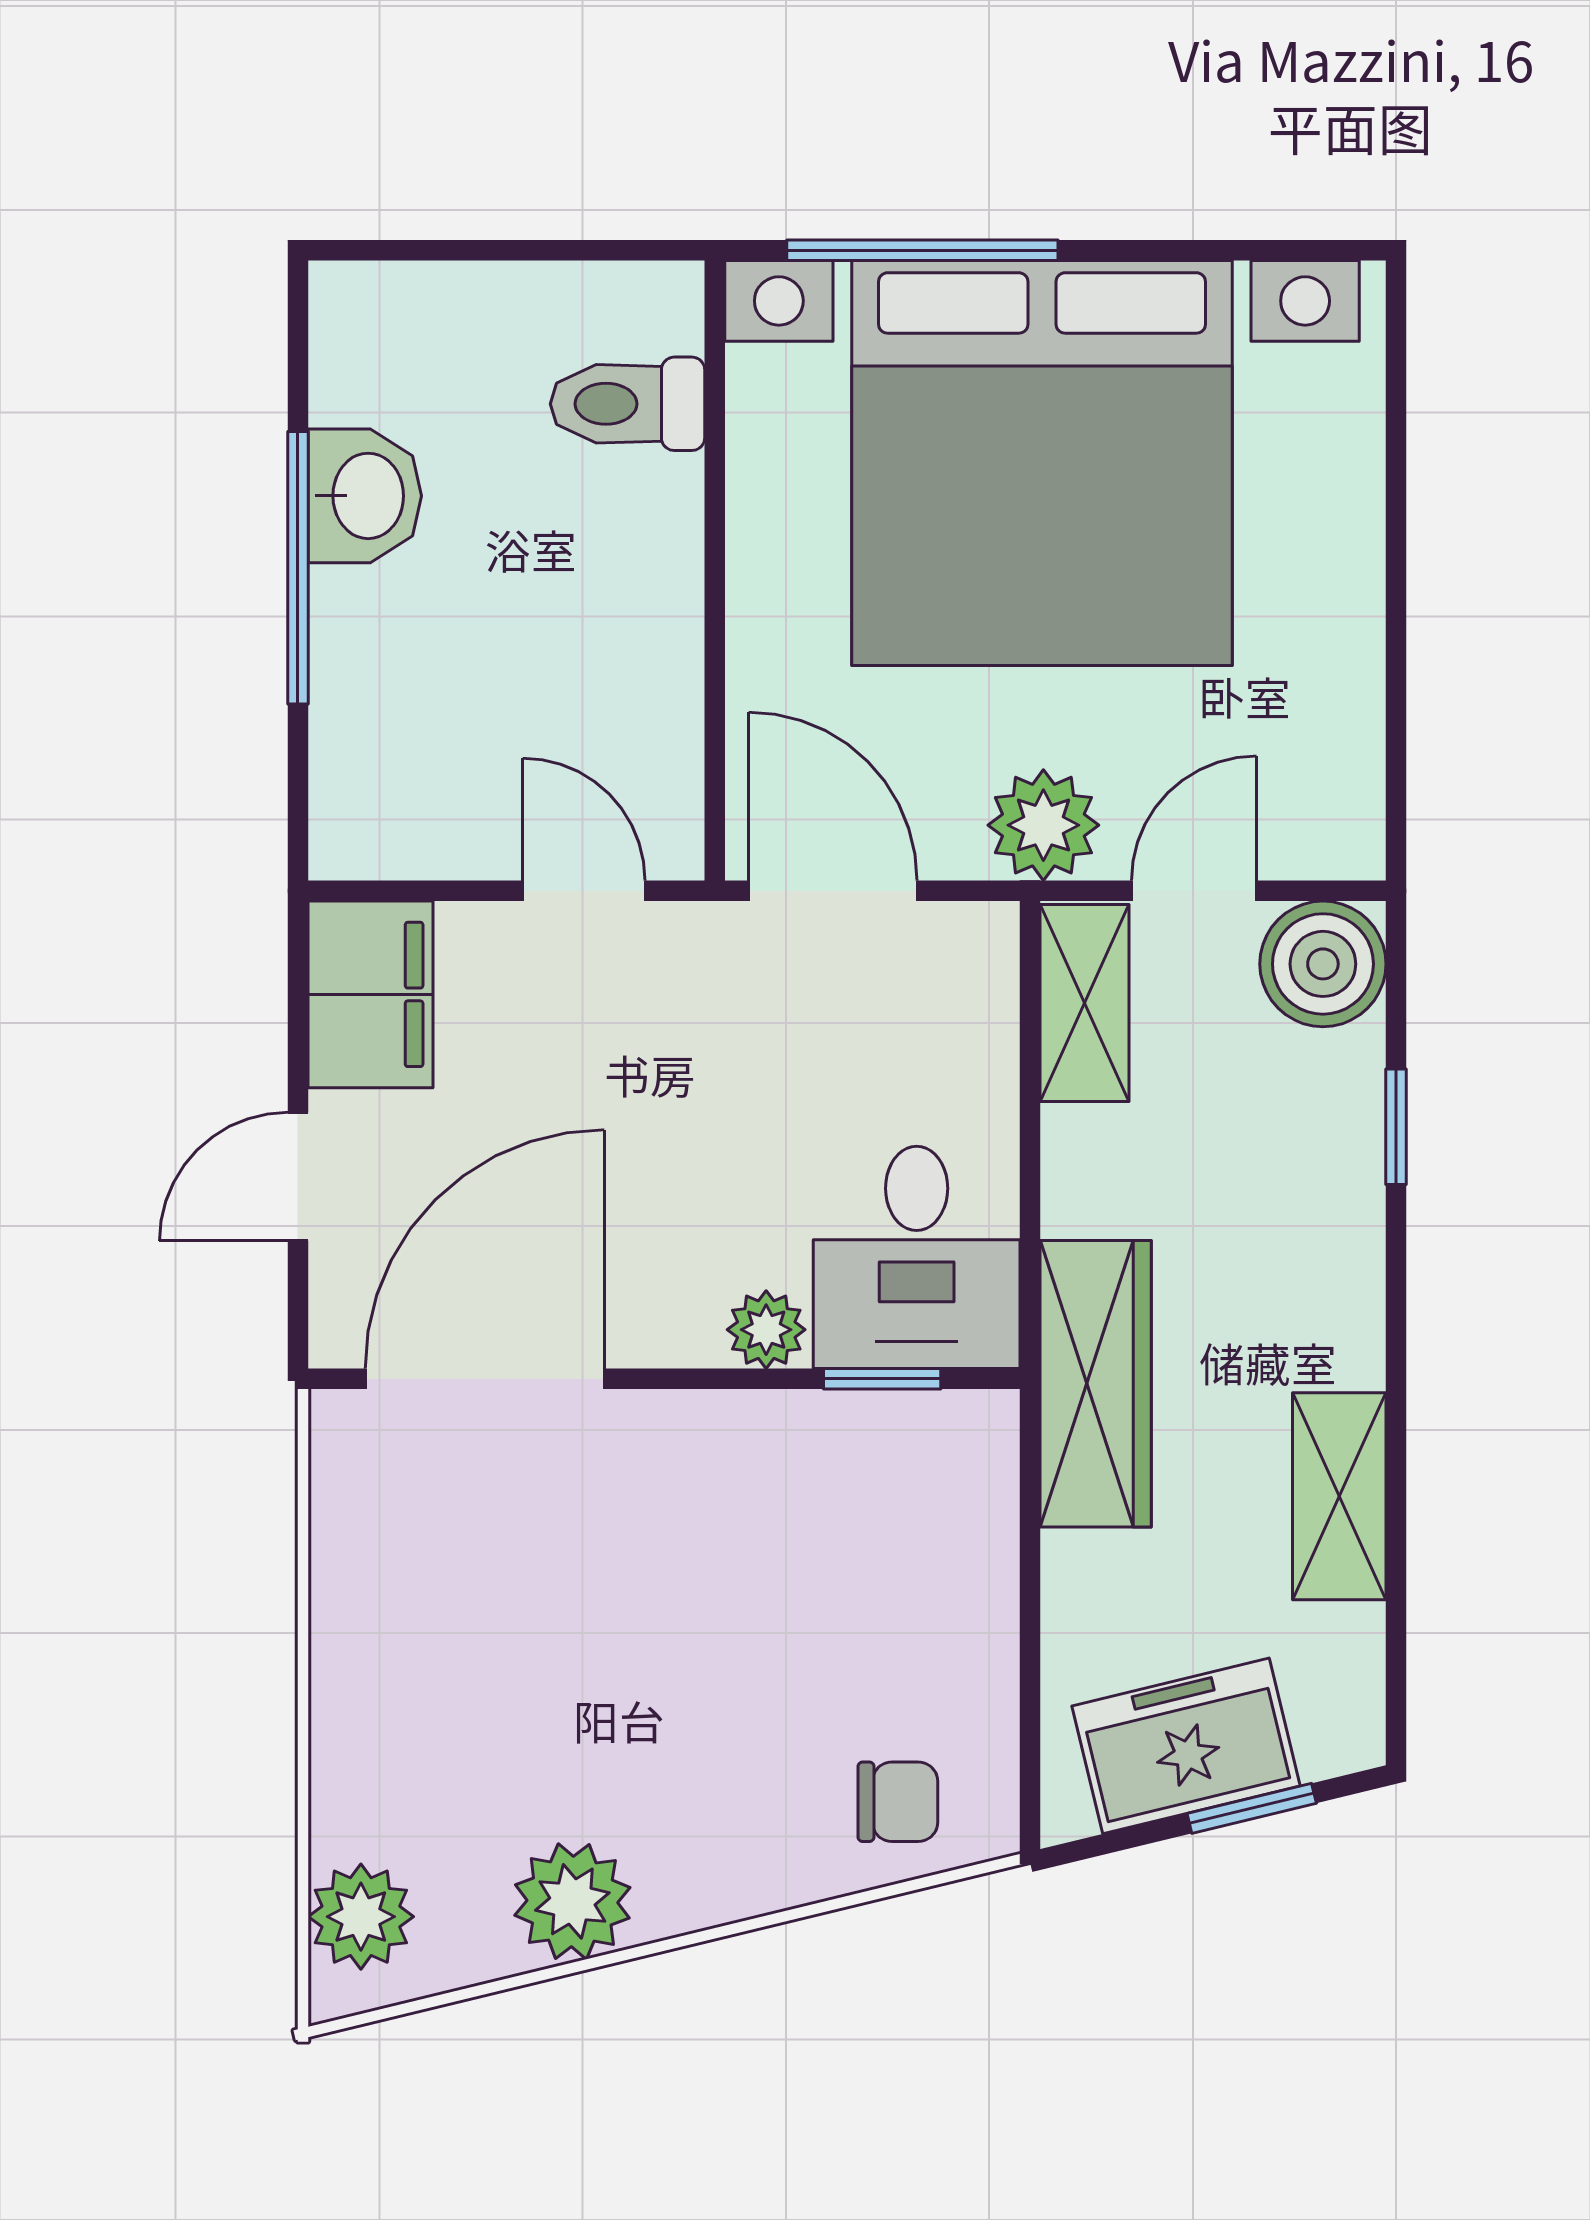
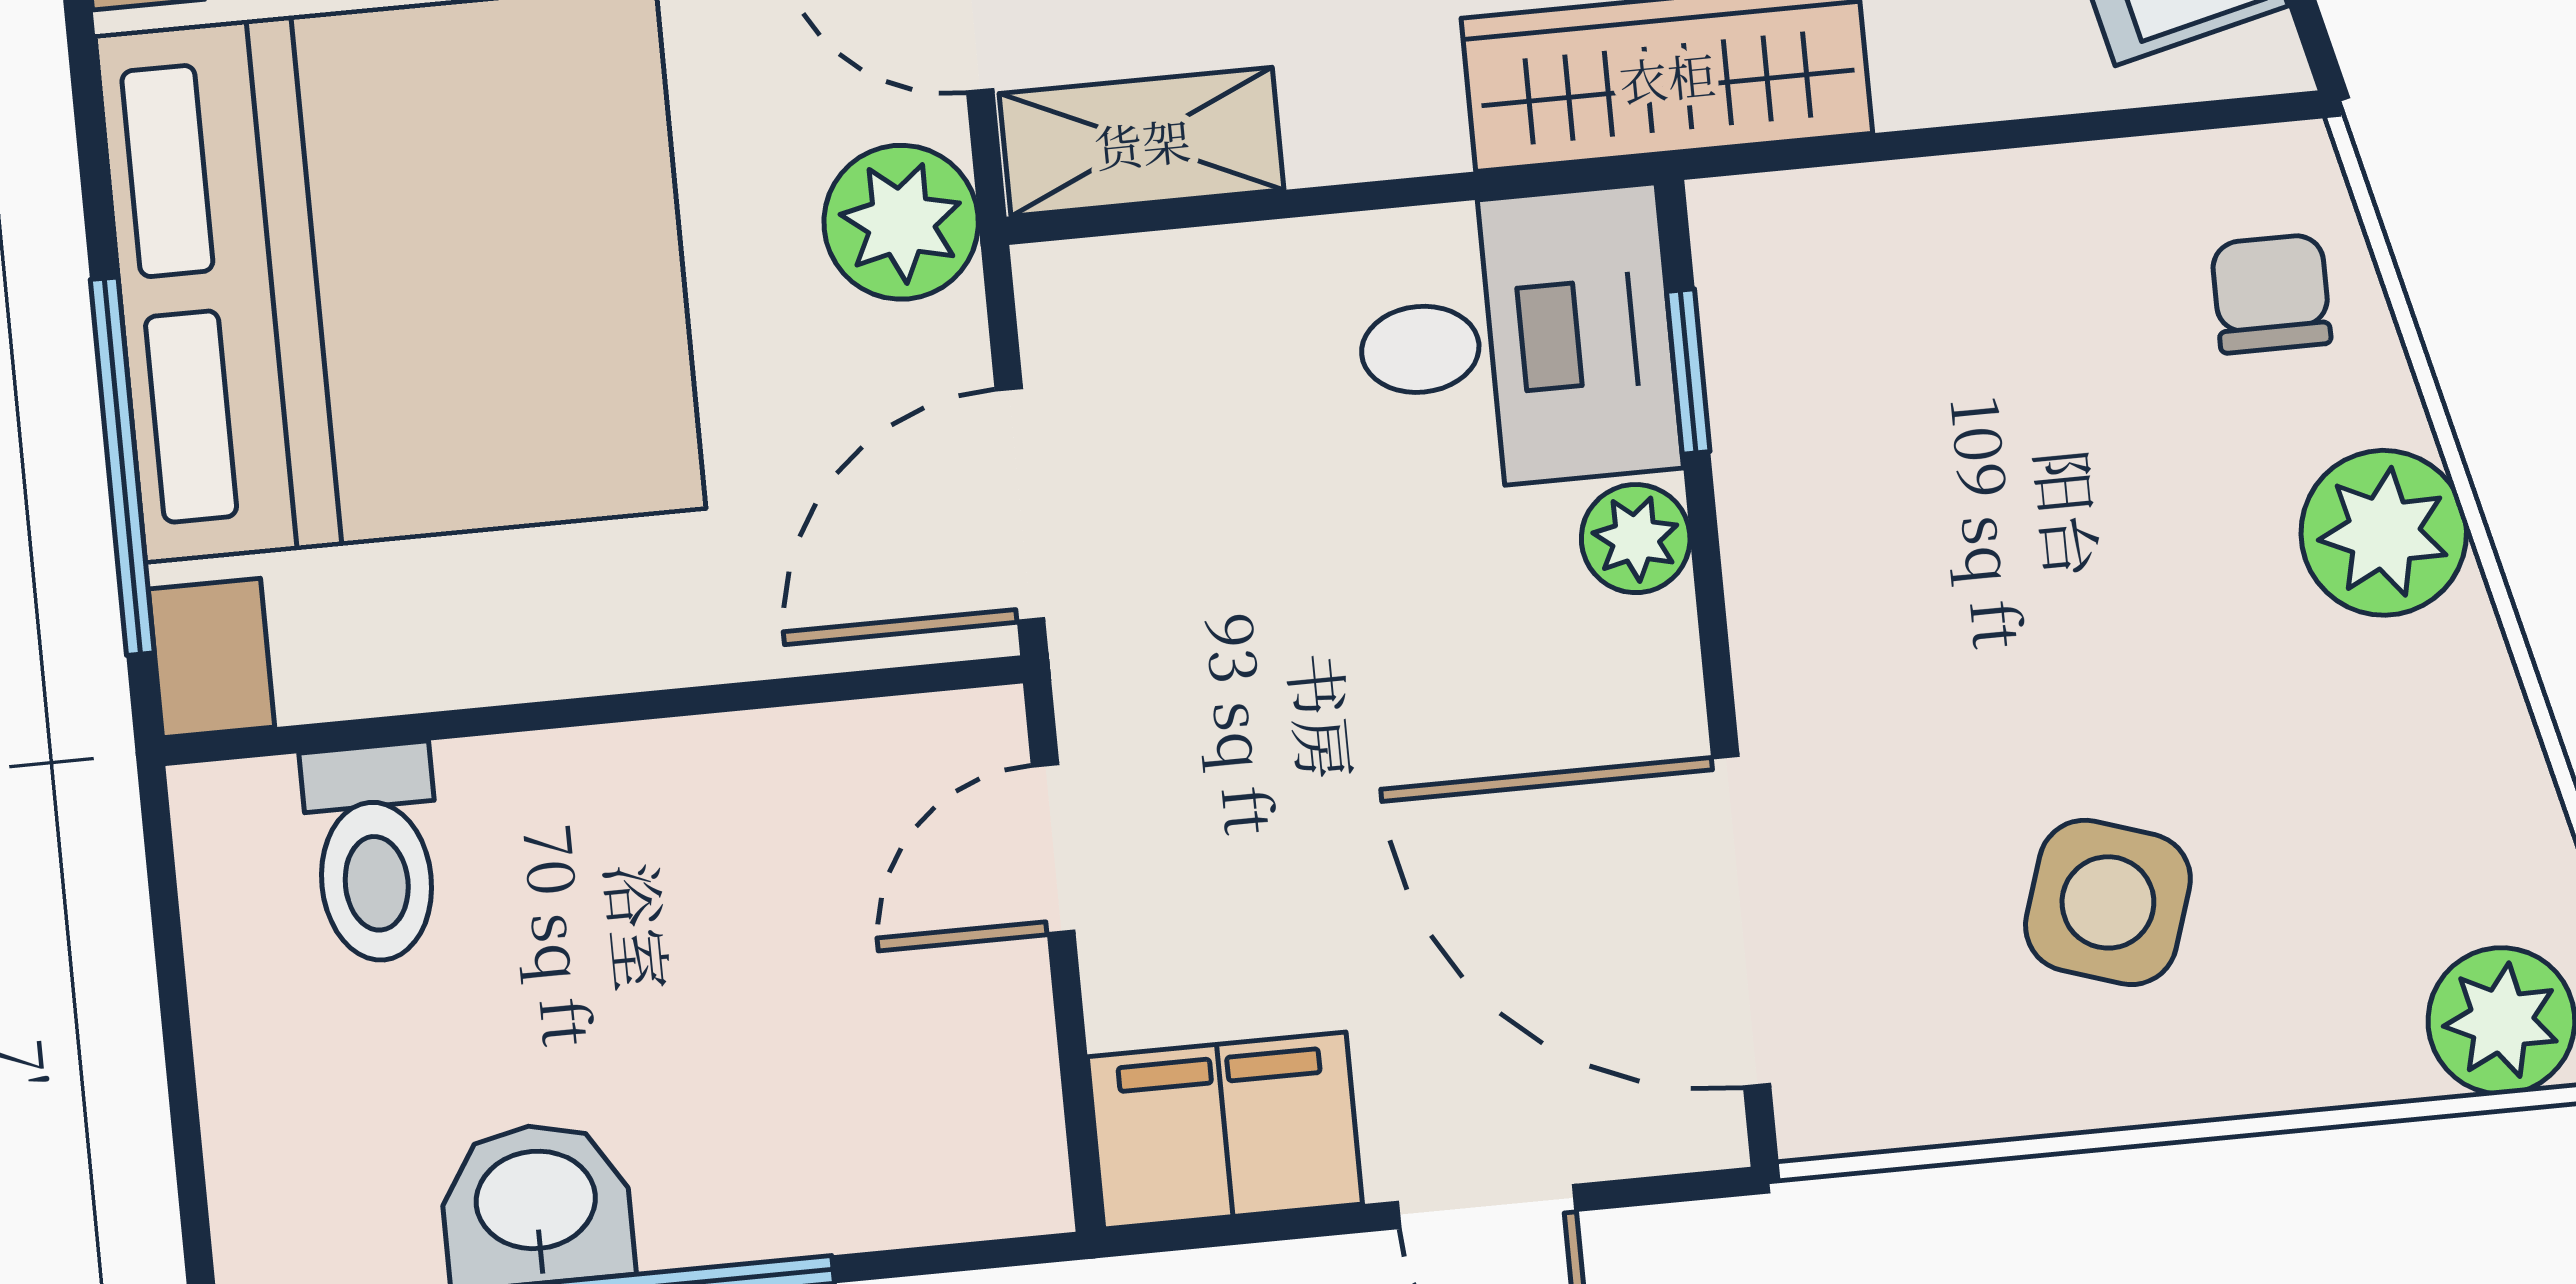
side table: (473, 1643) -> (2108, 902), added
plant: (572, 1901) -> (2384, 533), moved

